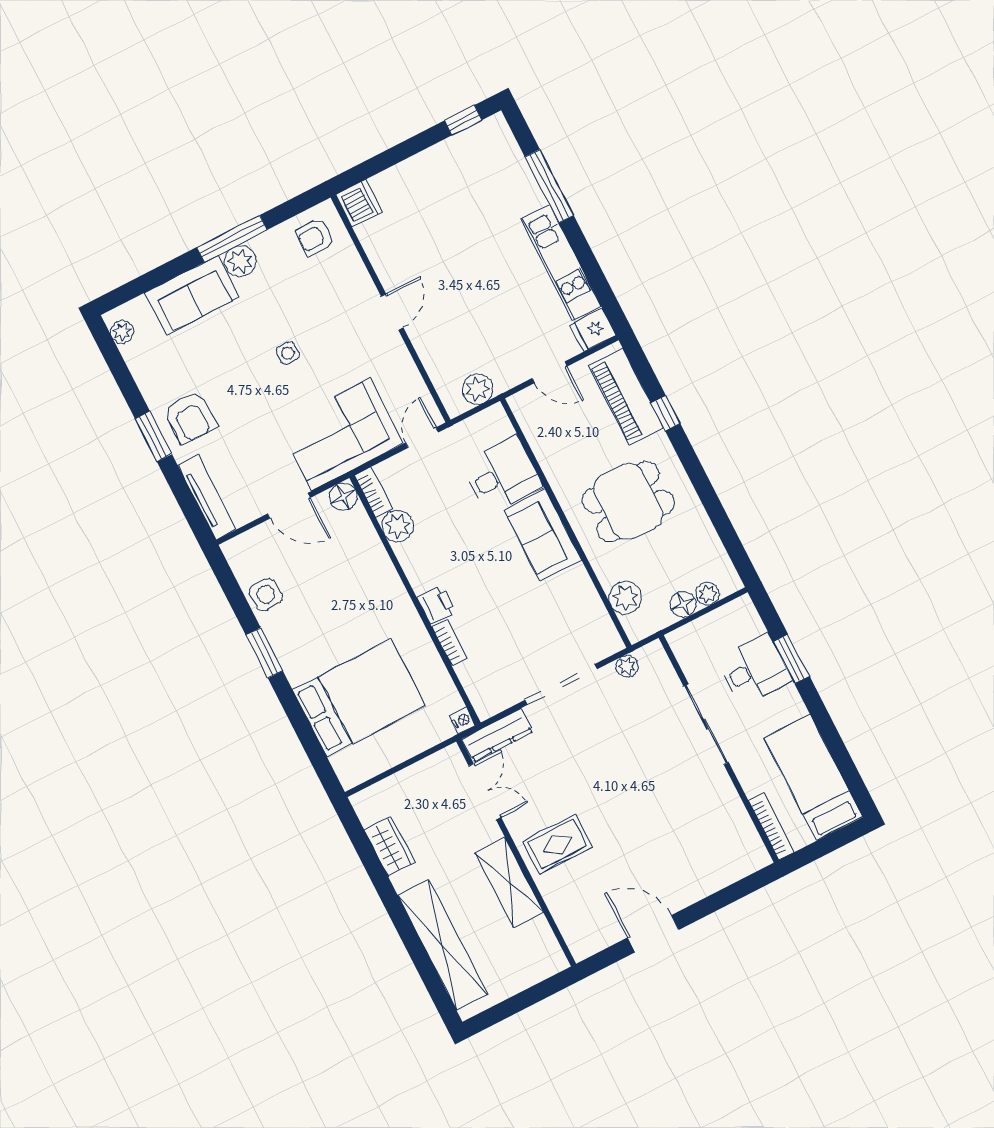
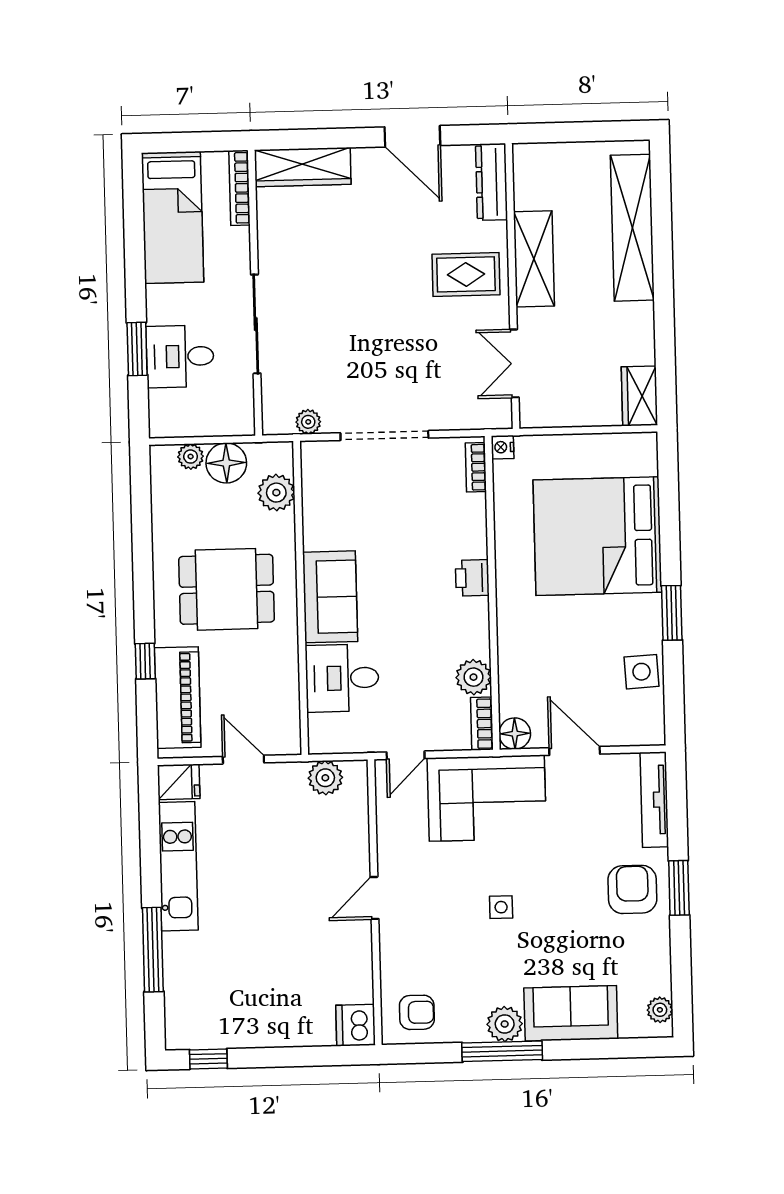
floor lamp: (683, 604) -> (226, 463), width x1.38, depth x1.38
bookcase: (450, 643) -> (476, 467), moved
bed: (359, 698) -> (597, 536), width x1.36
dresser: (497, 735) -> (492, 182), moved, turned -90
wardrobe: (390, 847) -> (639, 396), moved
wardrobe: (729, 867) -> (303, 167), added

